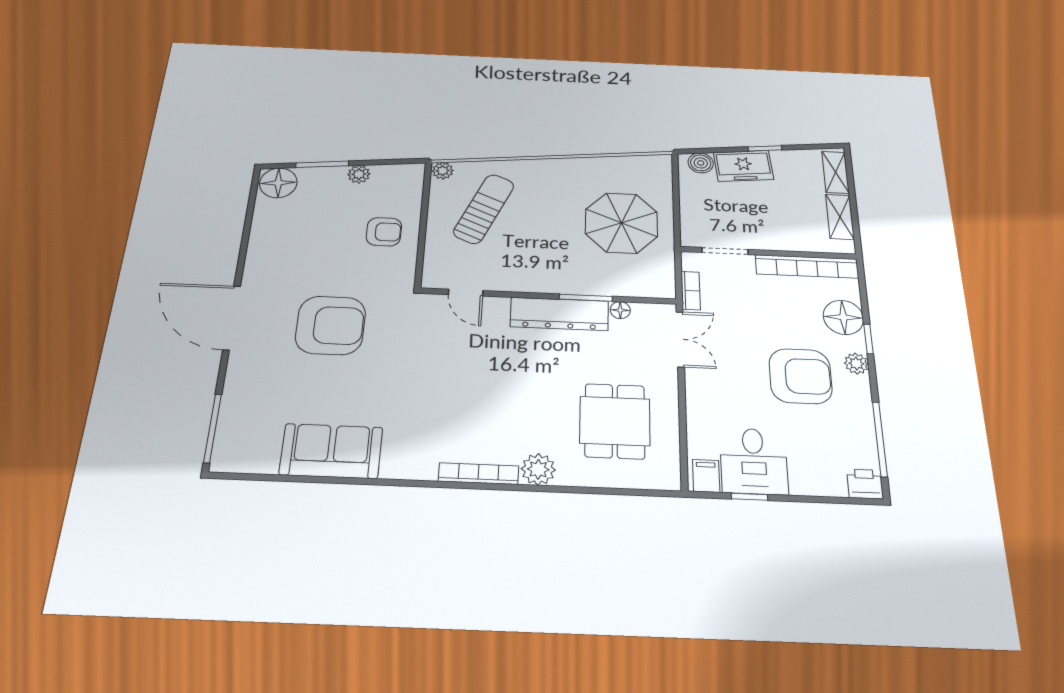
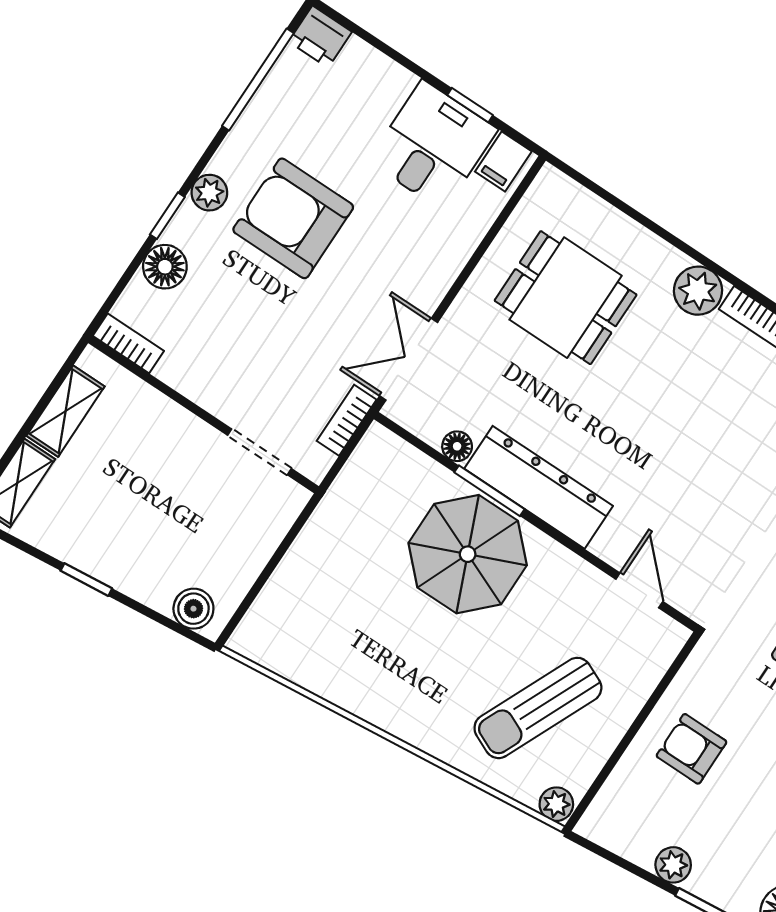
freezer: (743, 166) -> (137, 569), removed
parasol: (621, 223) -> (468, 554), moved
bookcase: (807, 266) -> (128, 343), width x0.43, depth x0.76
floor lamp: (843, 317) -> (165, 267), width x0.73, depth x0.73
dining table: (615, 421) -> (566, 298), turned 90

